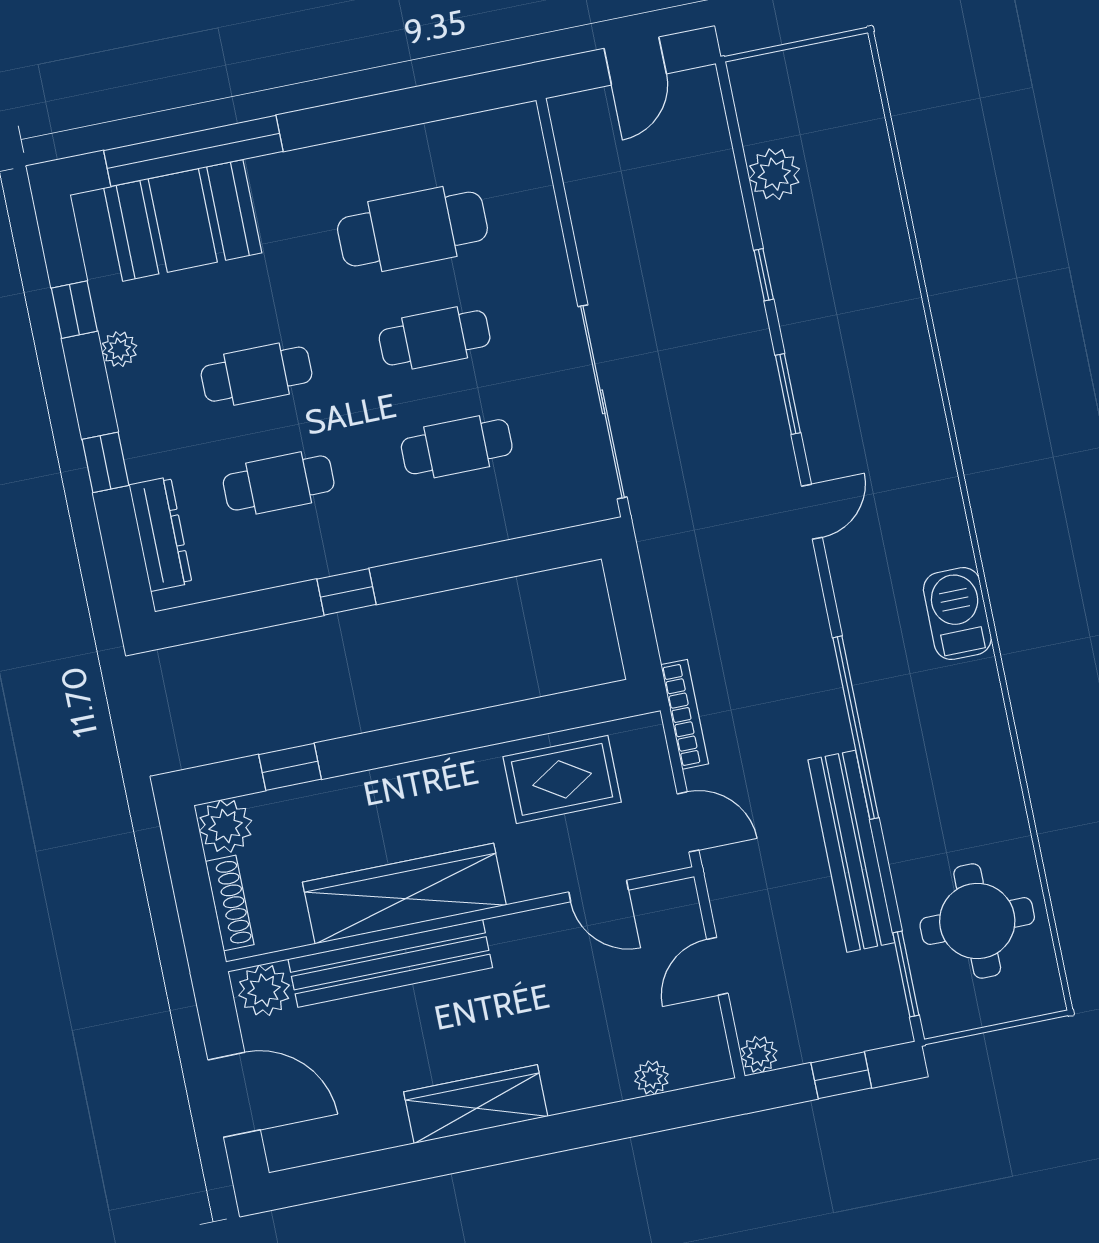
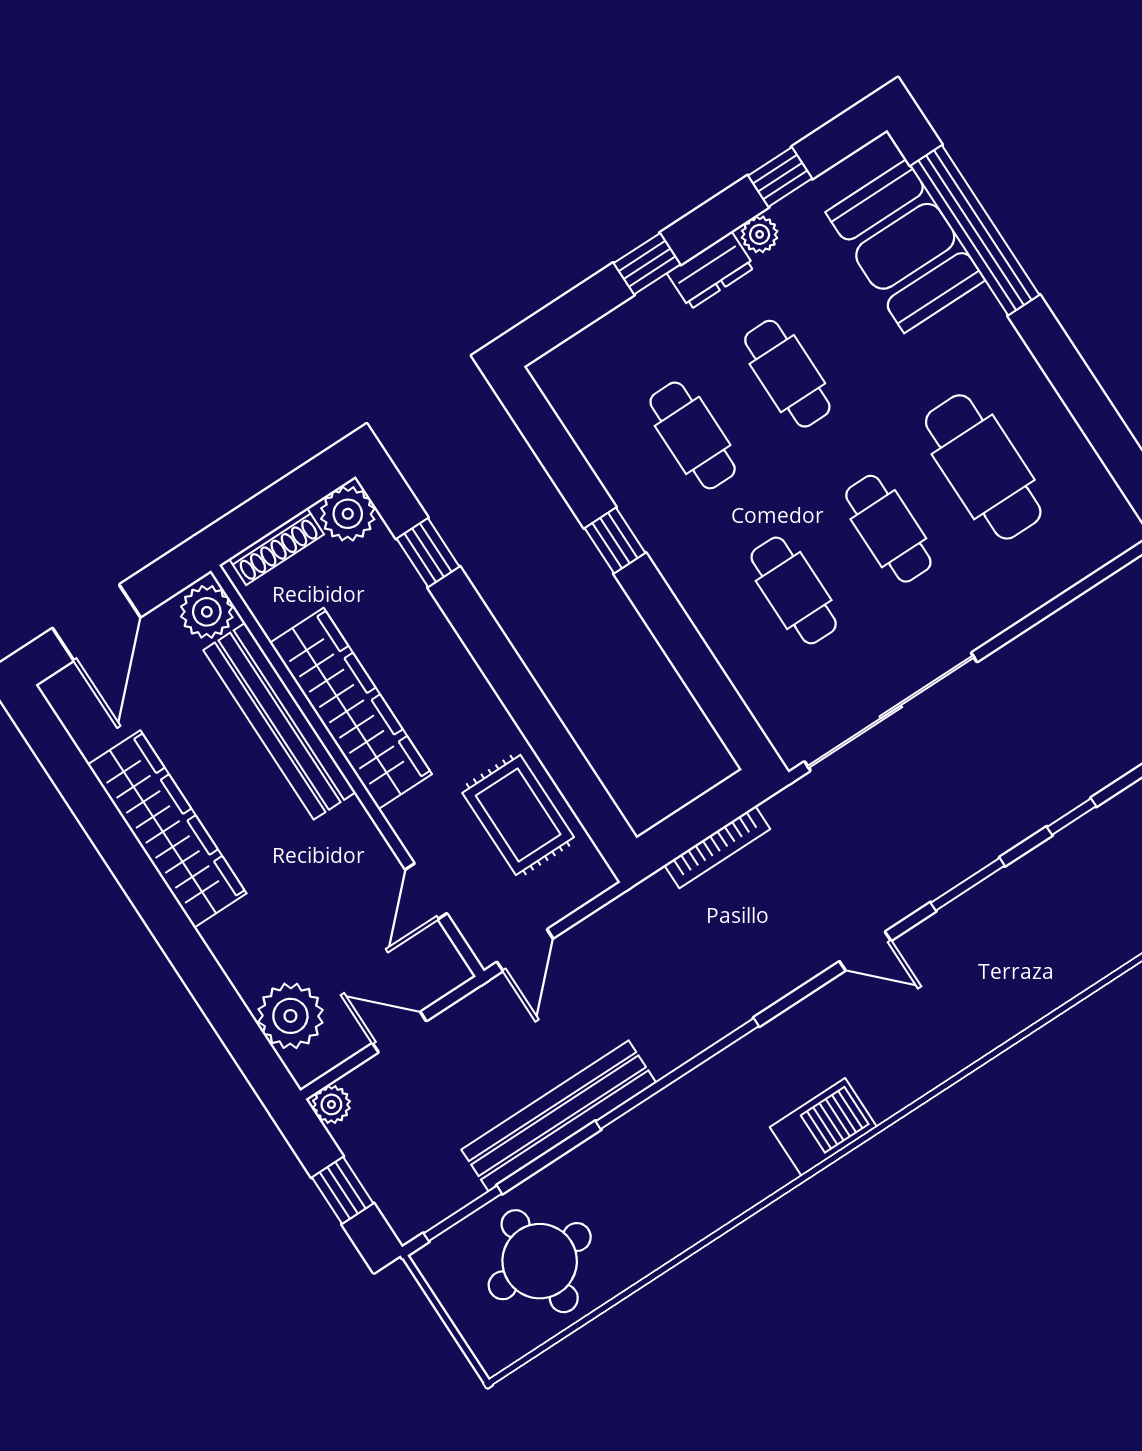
dresser: (160, 534) -> (711, 270), moved, width x0.70
bookcase: (685, 714) -> (717, 847), moved
plant: (651, 1078) -> (290, 1016), width x1.88, depth x1.88
wardrobe: (476, 1104) -> (167, 829), width x1.40, depth x1.17

